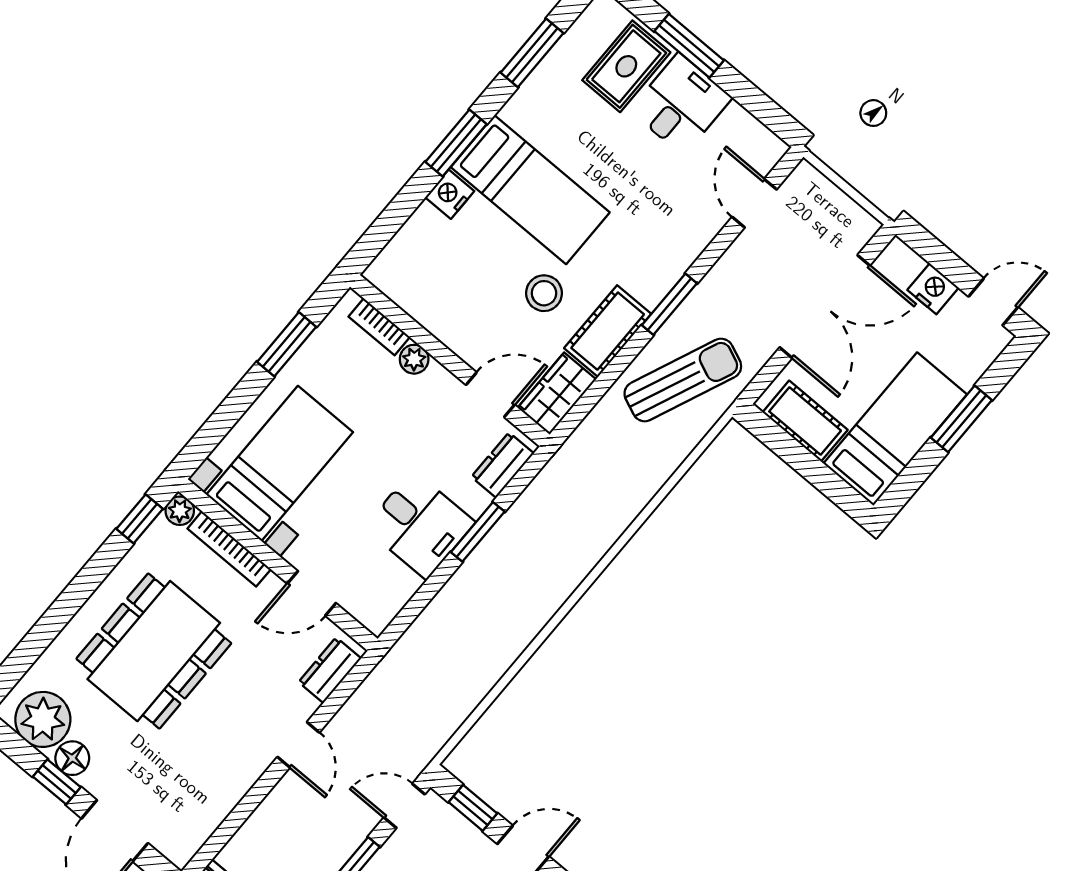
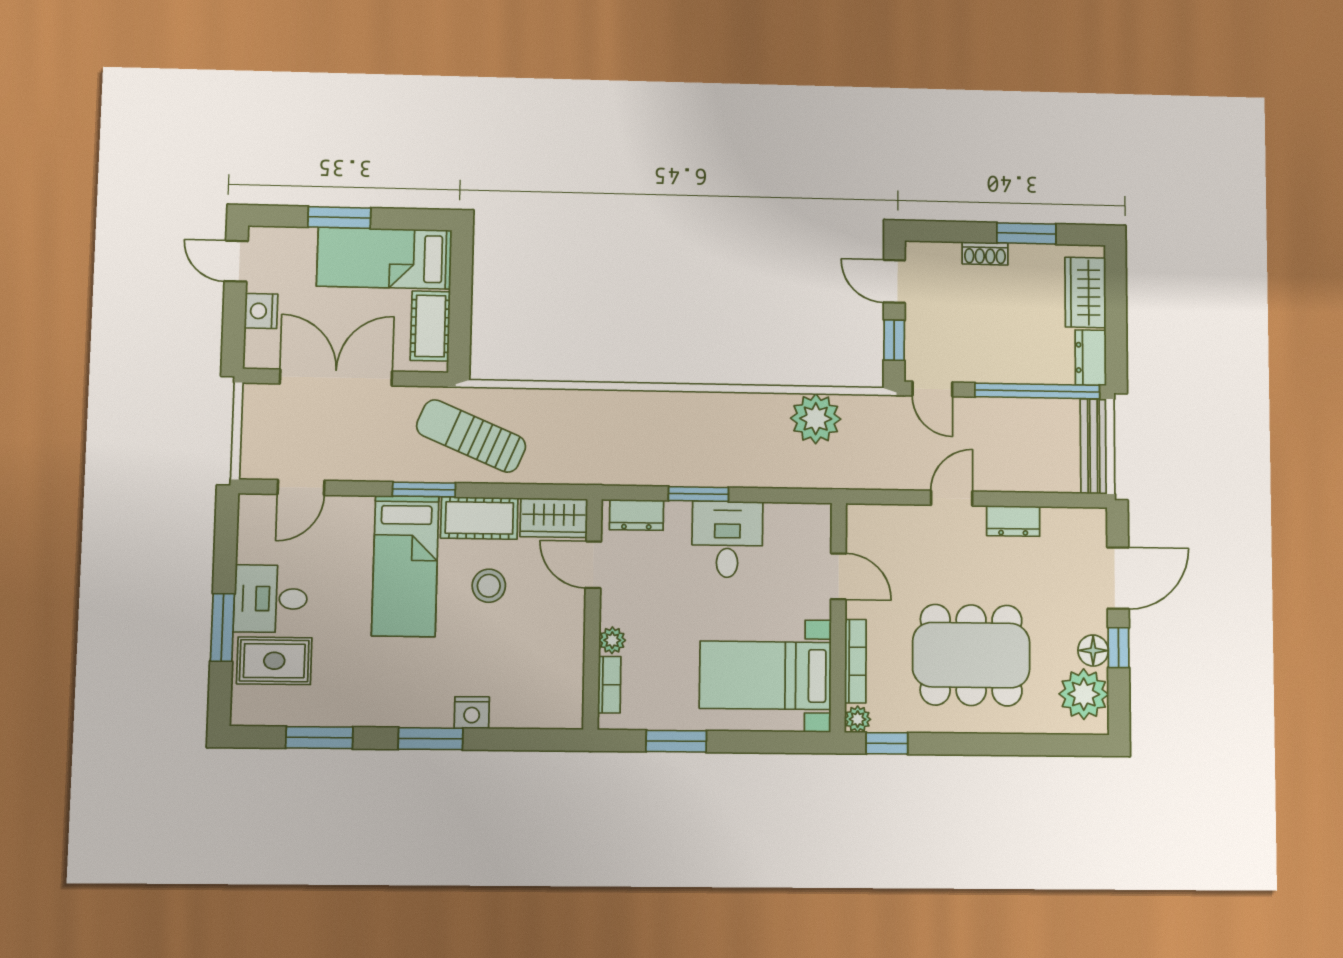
bed: (530, 190) -> (405, 566), moved, turned 180
dresser: (330, 670) -> (1013, 521), moved
plant: (460, 684) -> (816, 419), added

